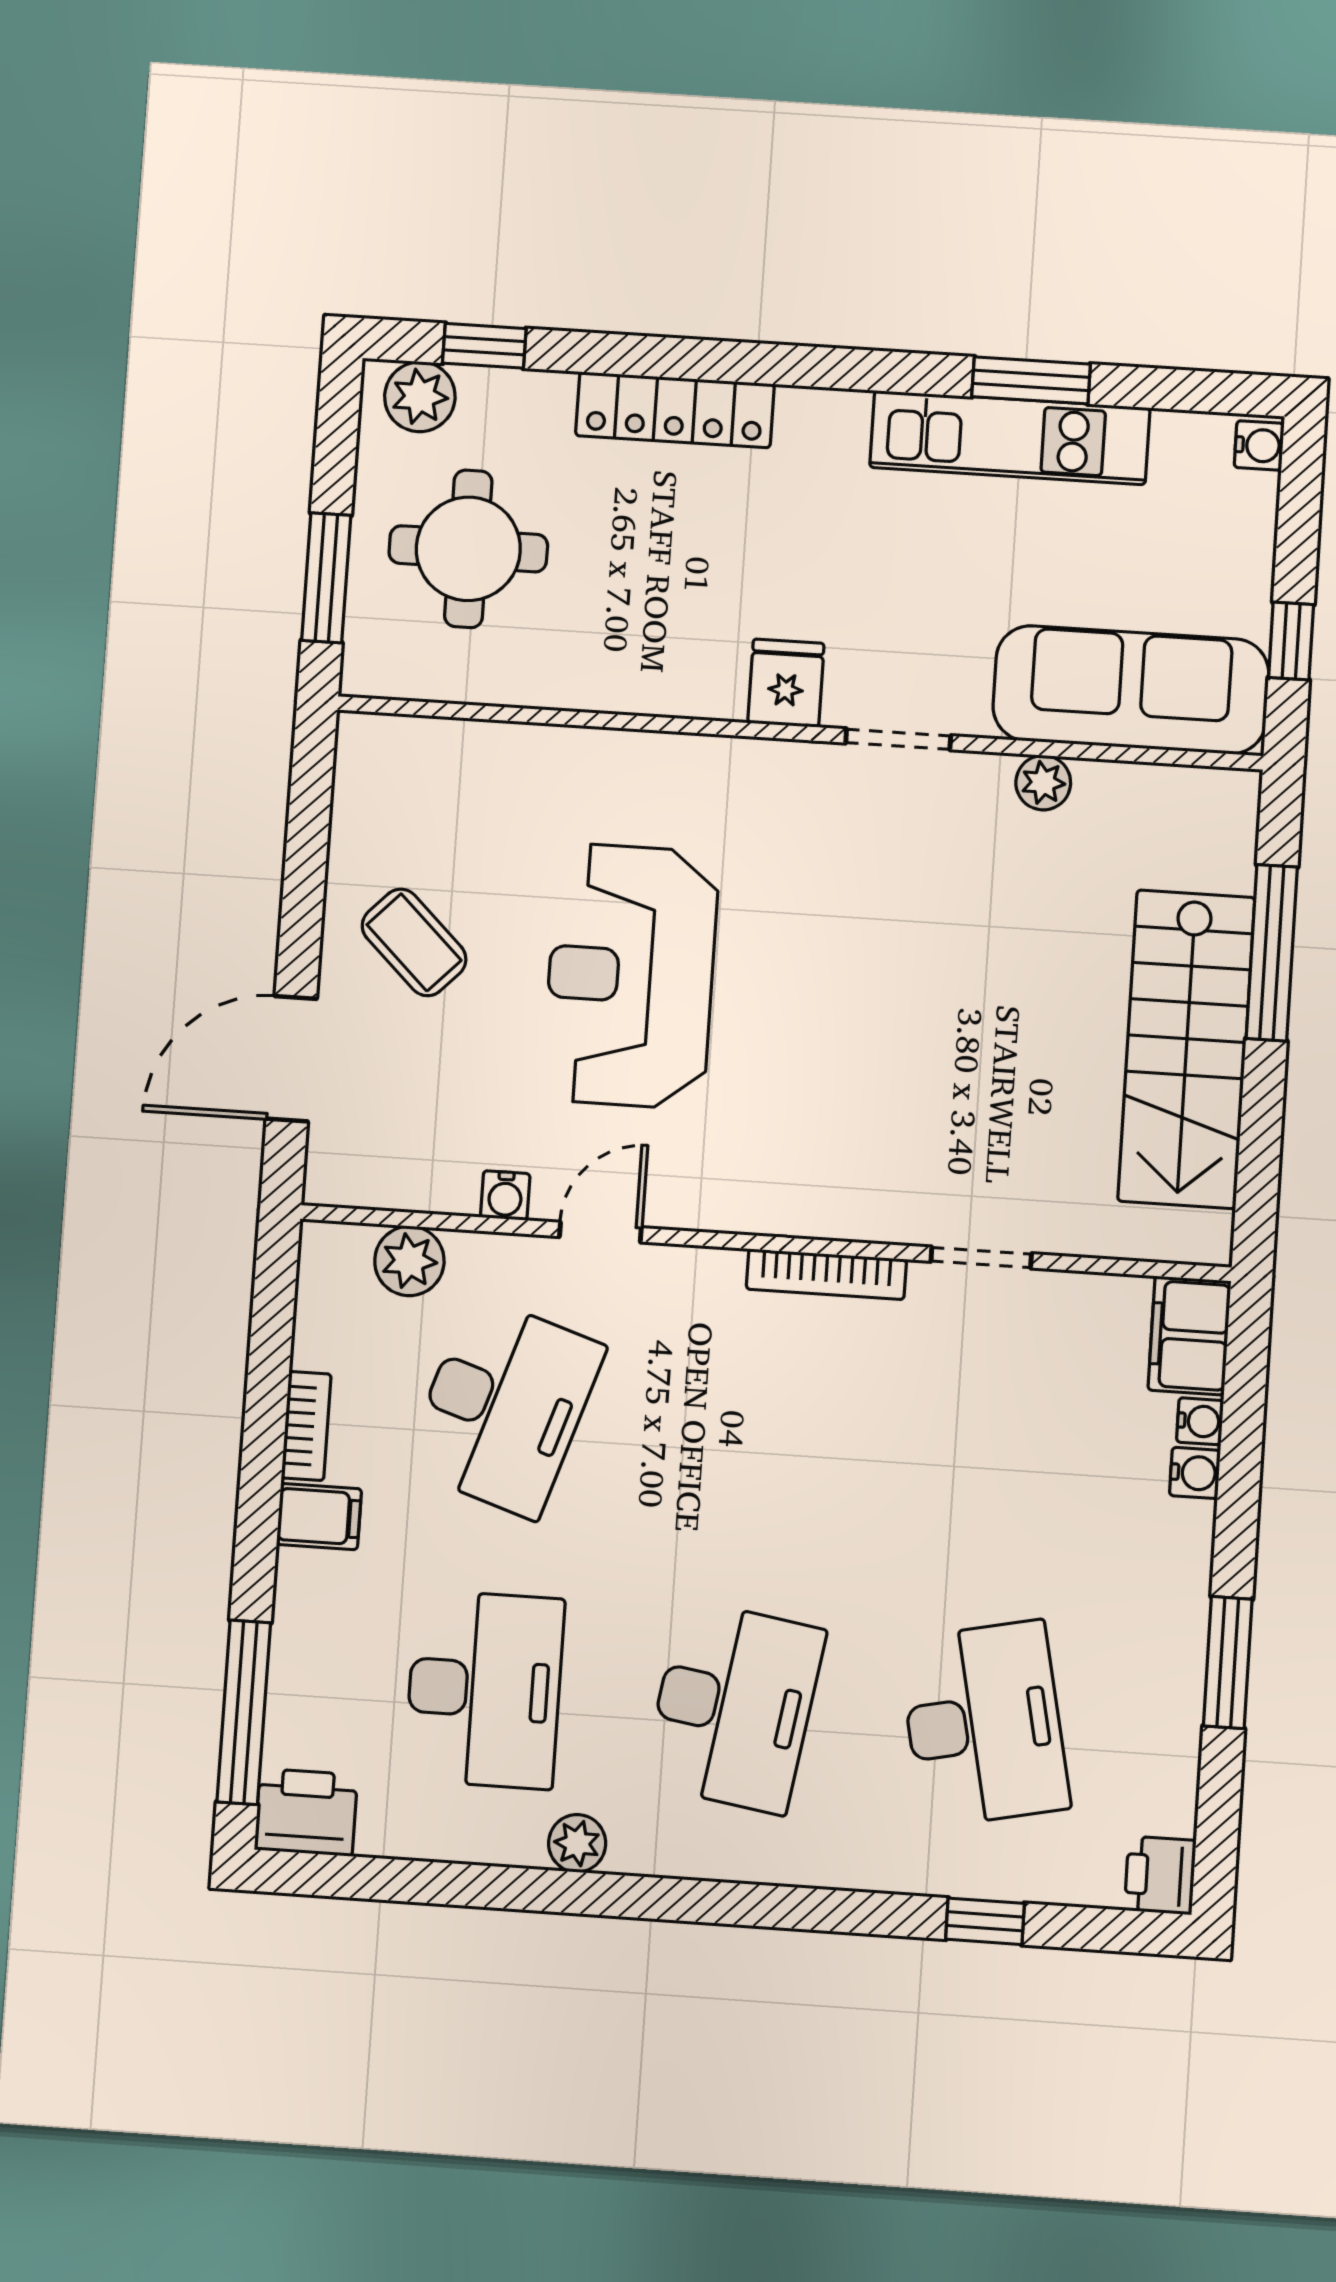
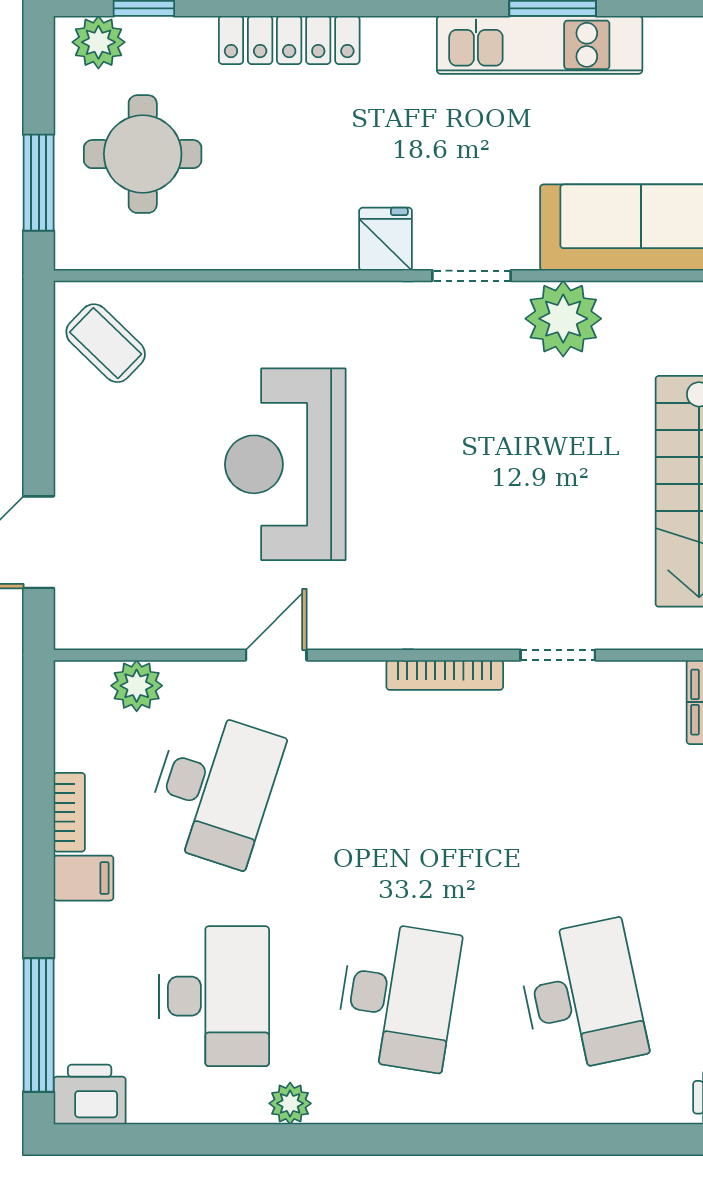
plant: (1043, 783) -> (563, 319), width x1.87, depth x1.87
coffee table: (414, 942) -> (106, 343), moved
water cooler: (505, 1195) -> (204, 633), removed
window: (985, 1921) -> (592, 1139), removed

